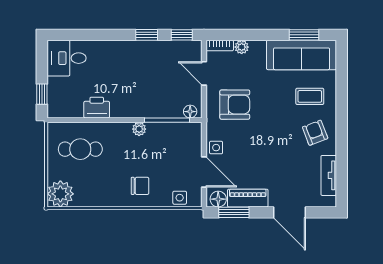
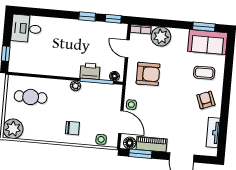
plant: (242, 47) -> (161, 37), width x1.88, depth x1.88
sofa: (302, 55) -> (208, 42), width x0.73
printer: (97, 108) -> (90, 71), moved

